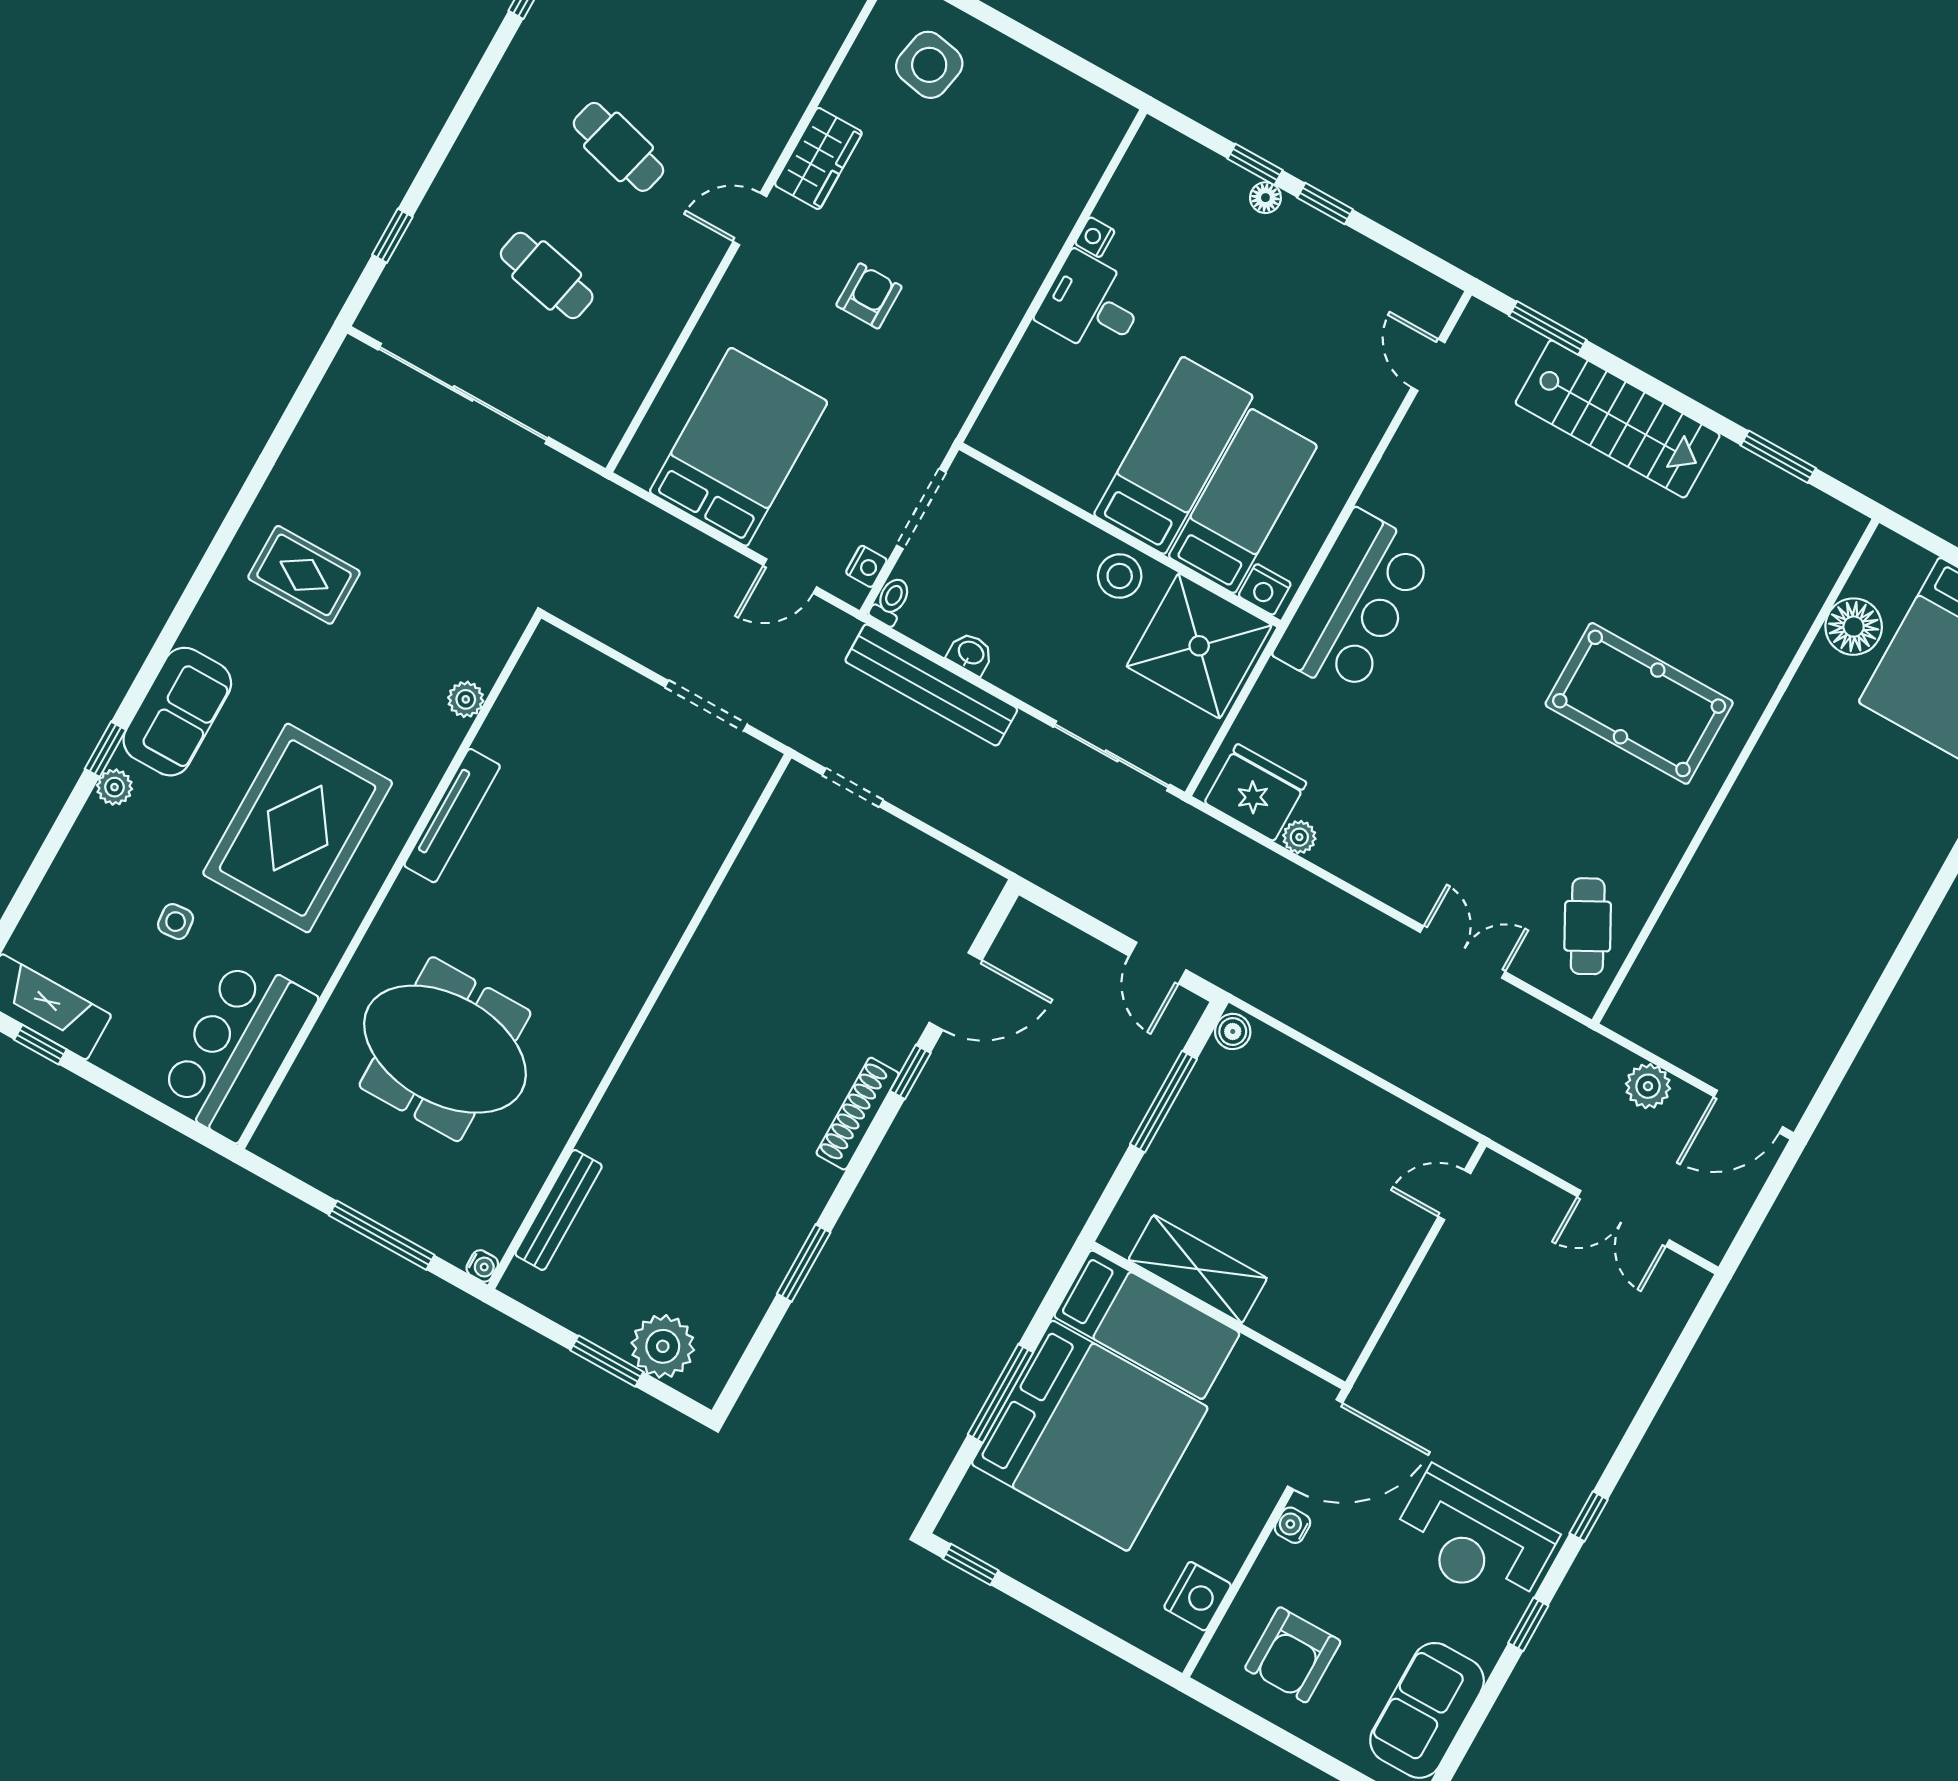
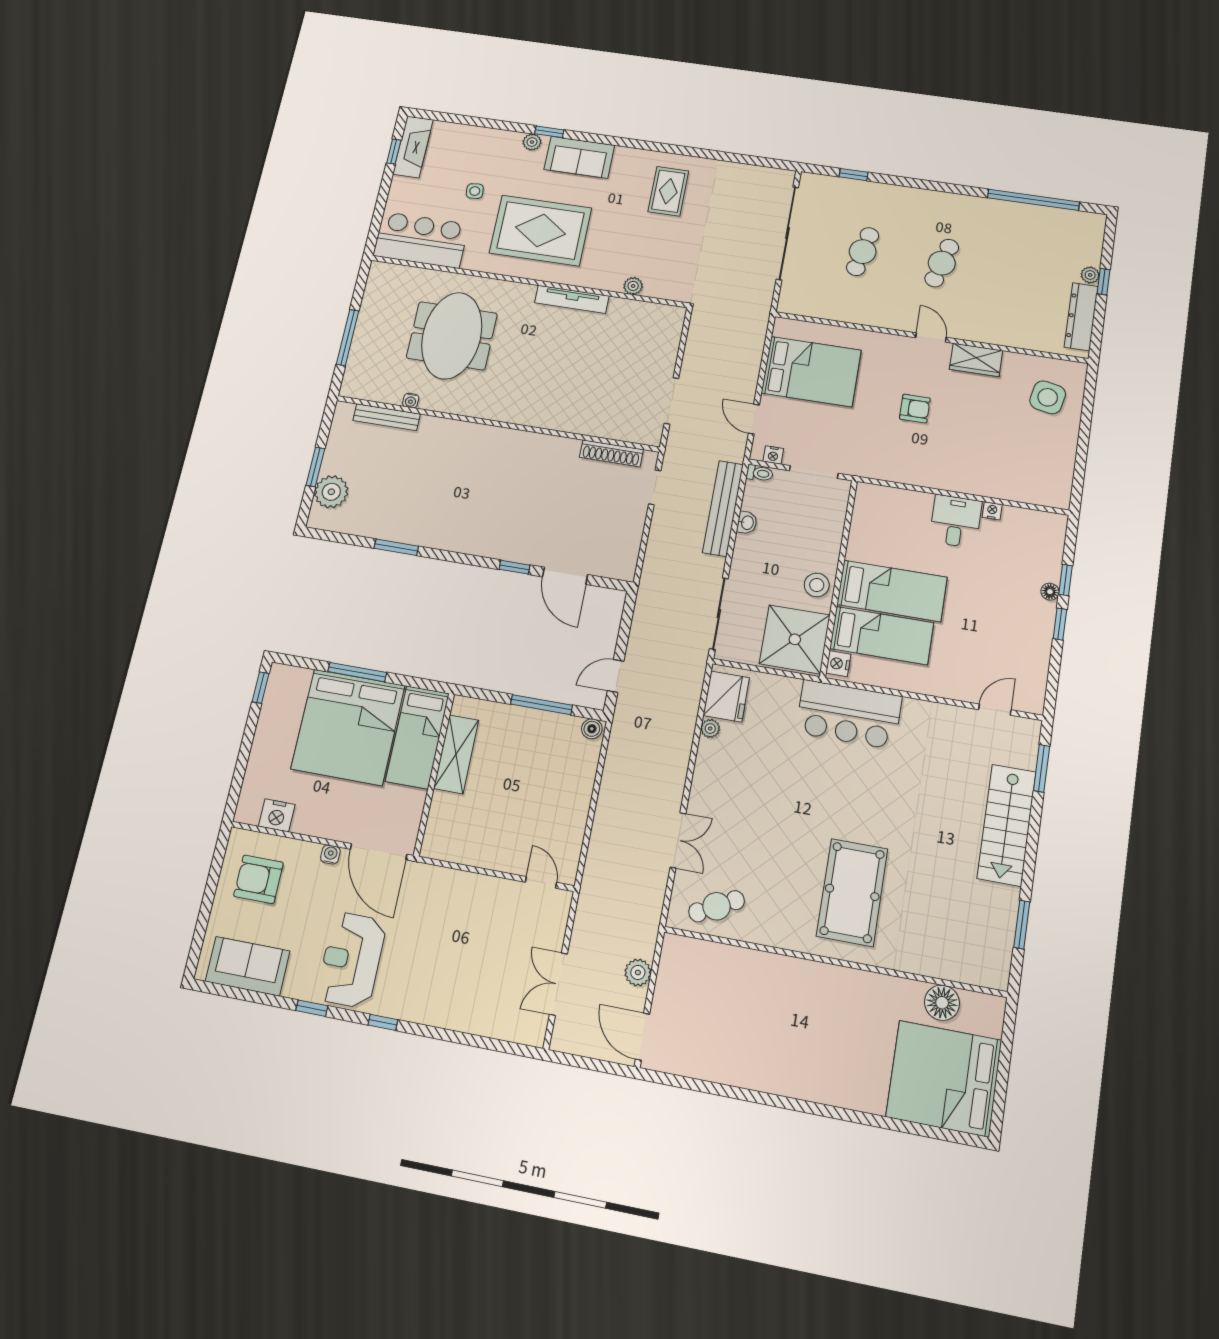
shoe rack: (858, 1114) -> (611, 453), moved, turned 180
water cooler: (482, 1266) -> (411, 401), moved

